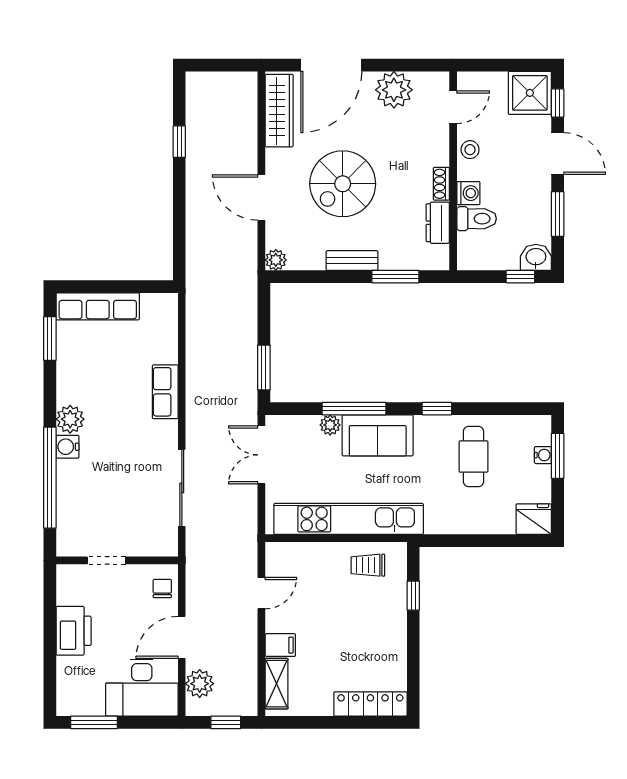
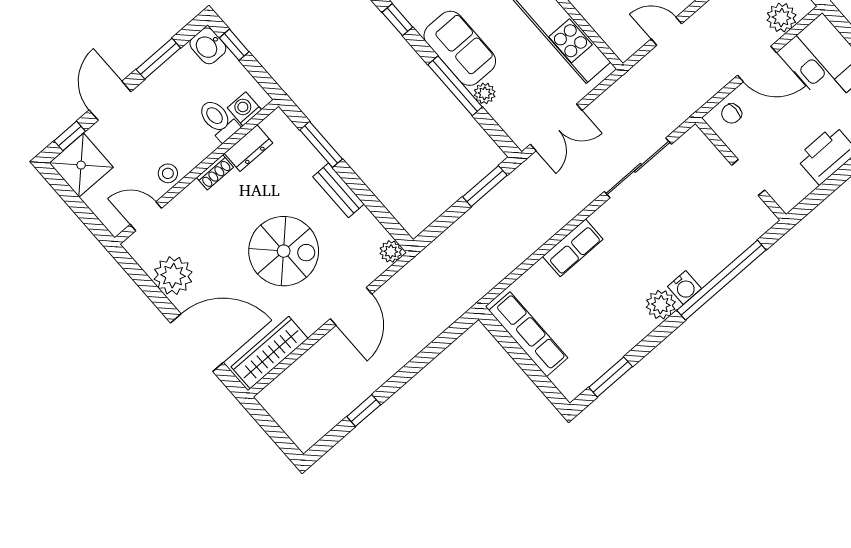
washing machine: (468, 193) -> (244, 109), moved
row of seats: (98, 306) -> (528, 334), moved

